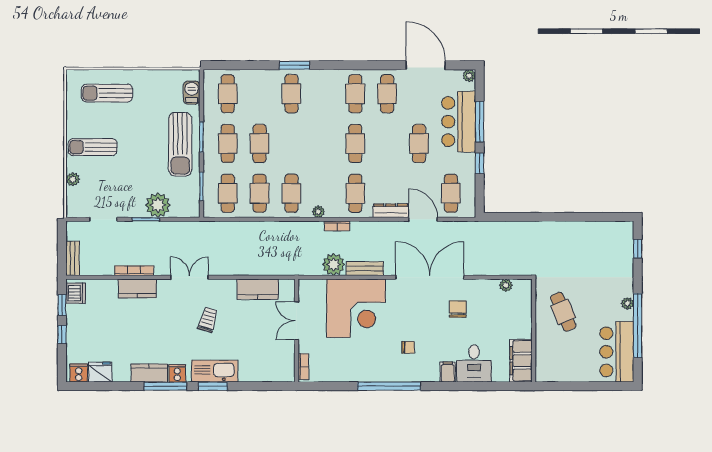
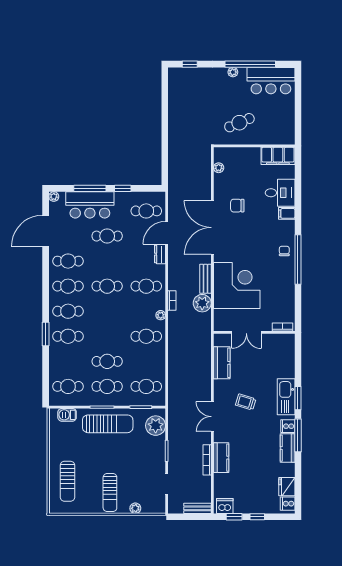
cafe table: (260, 193) -> (68, 311), moved
plant: (158, 205) -> (156, 426), moved
dresser: (391, 211) -> (160, 254), width x0.70
chair: (408, 347) -> (284, 251), moved

